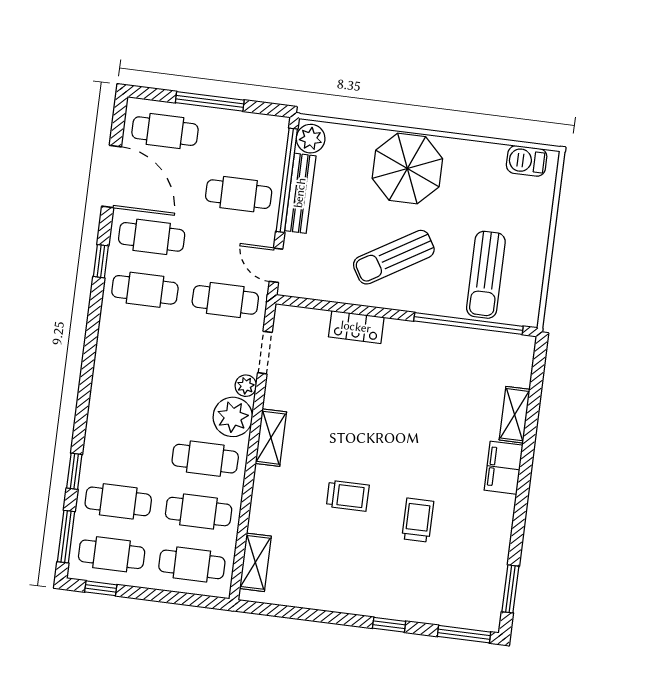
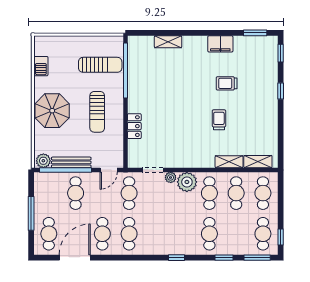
barbecue: (527, 161) -> (41, 66), moved
sun lounger: (394, 257) -> (97, 112), turned 31
window: (101, 261) -> (176, 258), moved
shelving: (271, 438) -> (229, 162), moved
filing cabinet: (504, 468) -> (220, 44), moved
cafe table: (118, 501) -> (209, 234), moved
window: (464, 634) -> (281, 53), width x0.67

